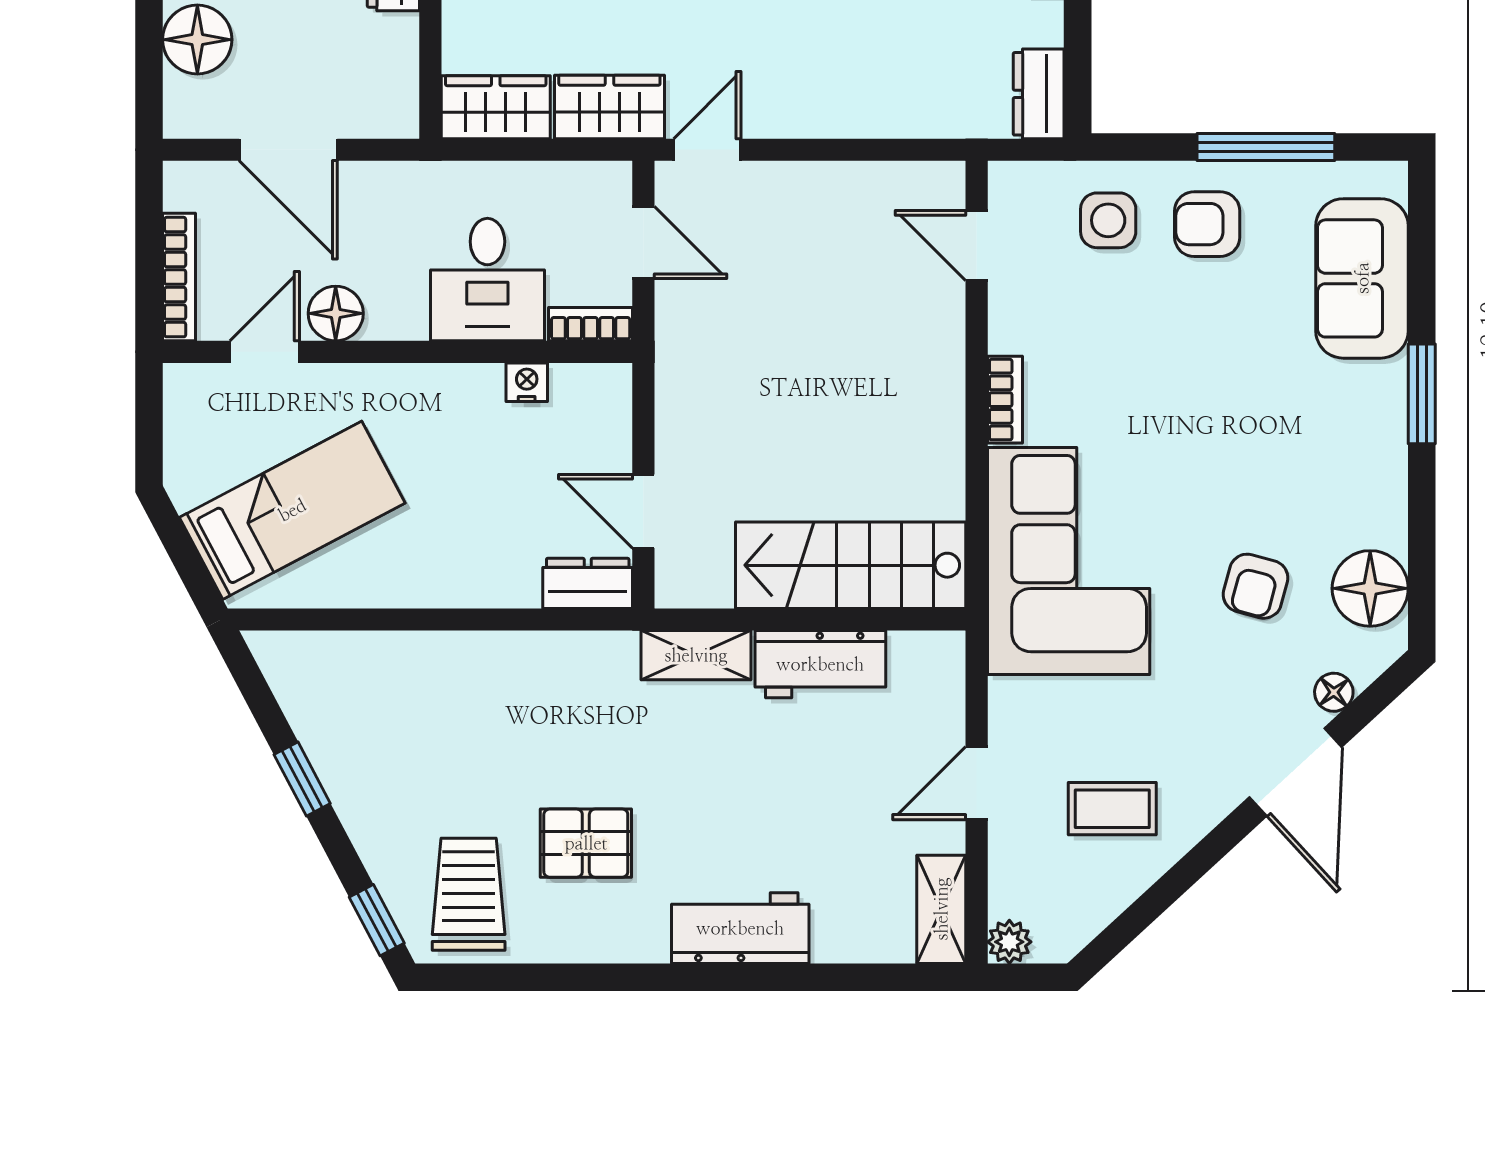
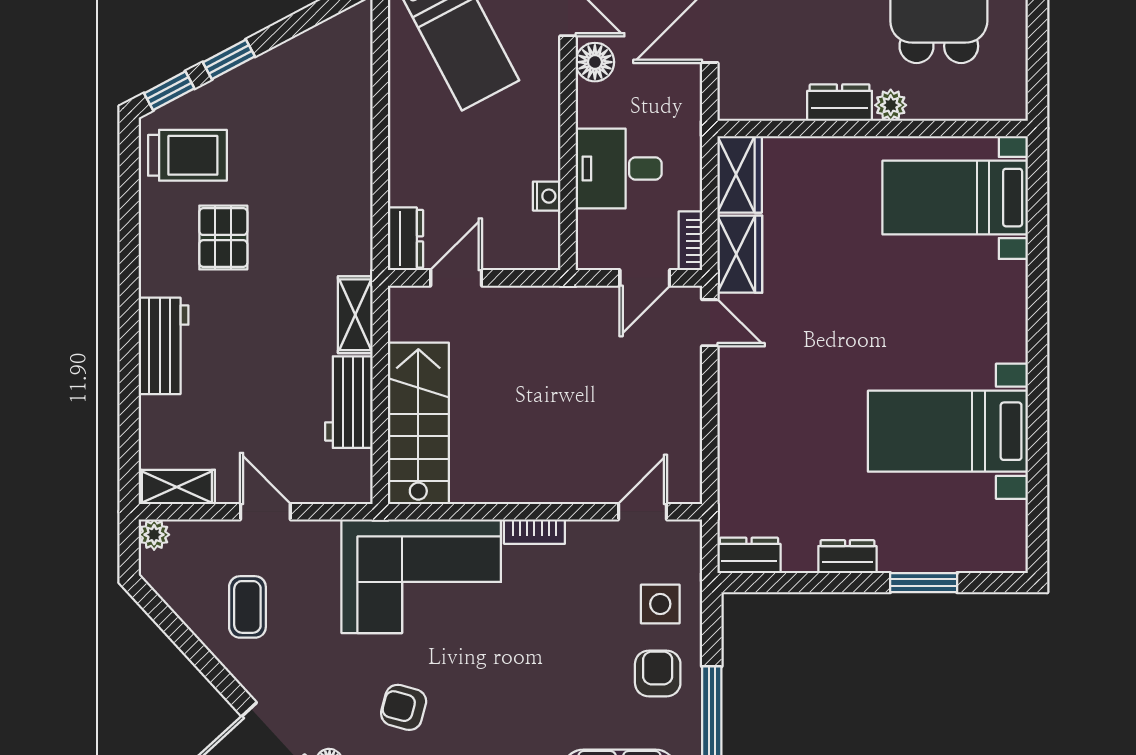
bookcase: (591, 324) -> (690, 241), moved, turned 180
window: (302, 779) -> (229, 59), moved

